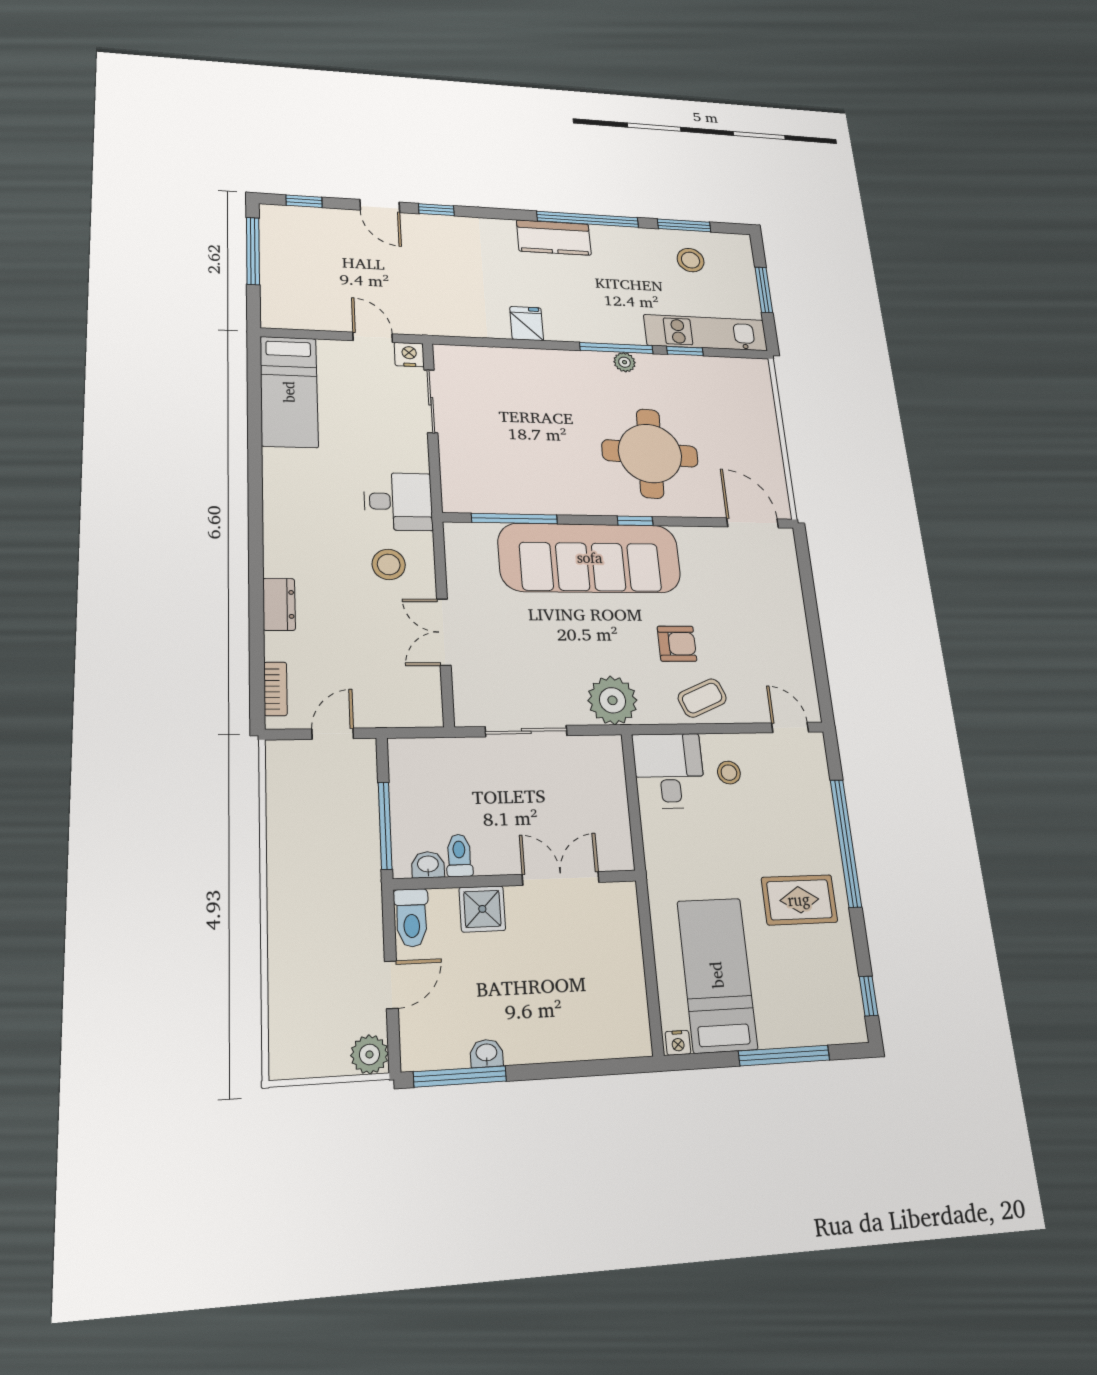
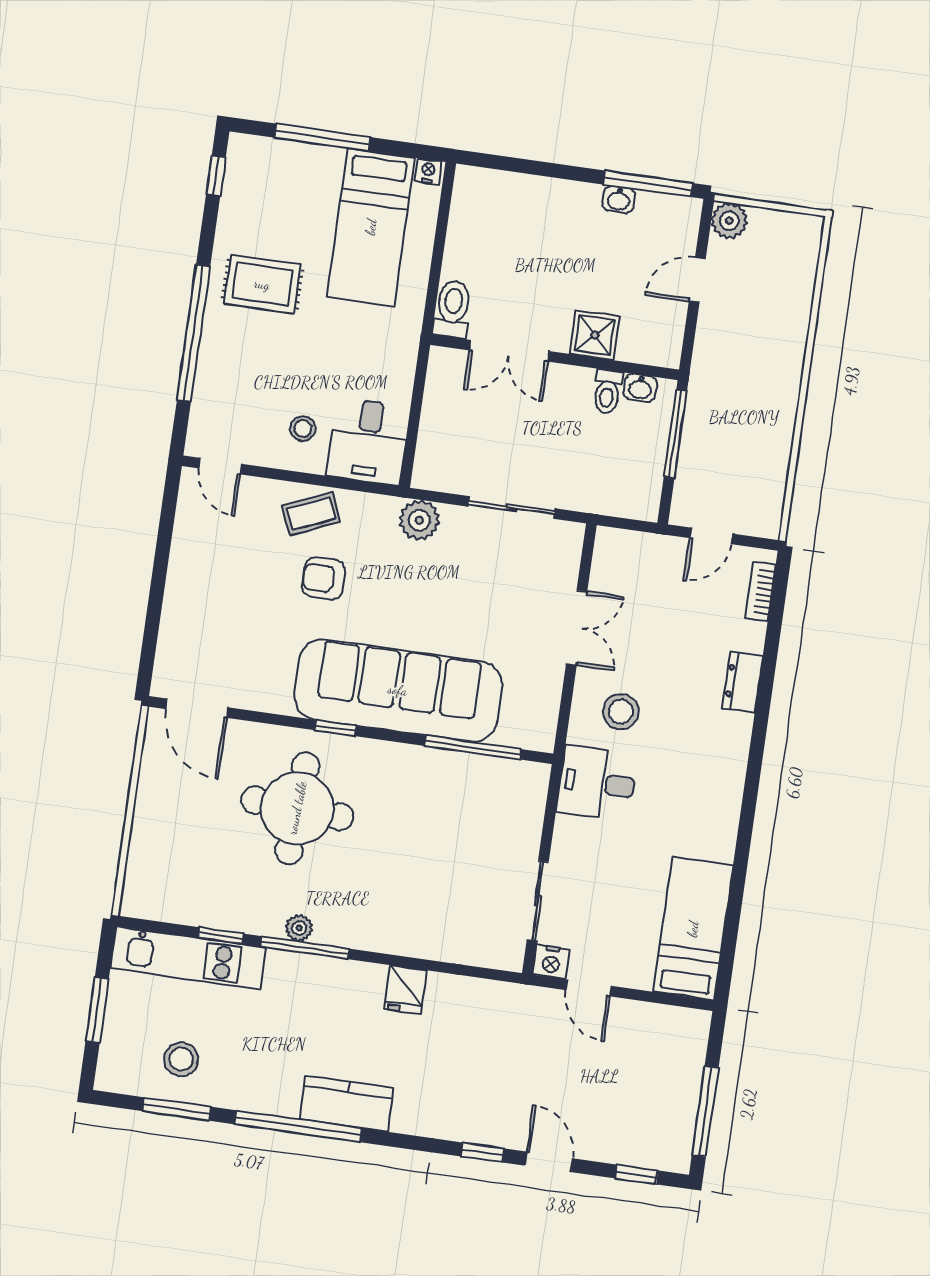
plant: (612, 700) -> (419, 520), width x0.73, depth x0.73
toilet: (411, 918) -> (453, 309), moved

